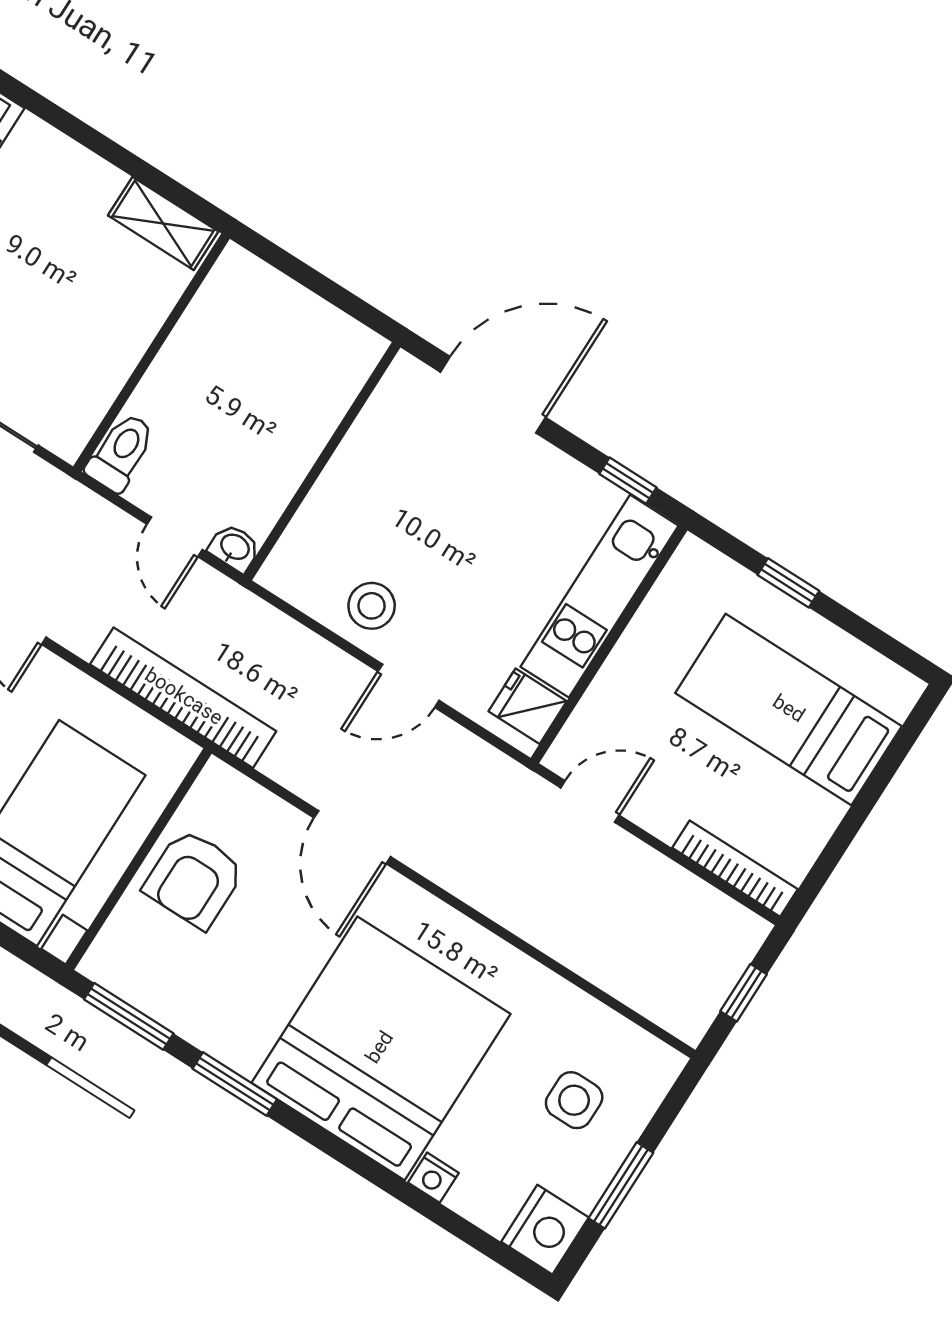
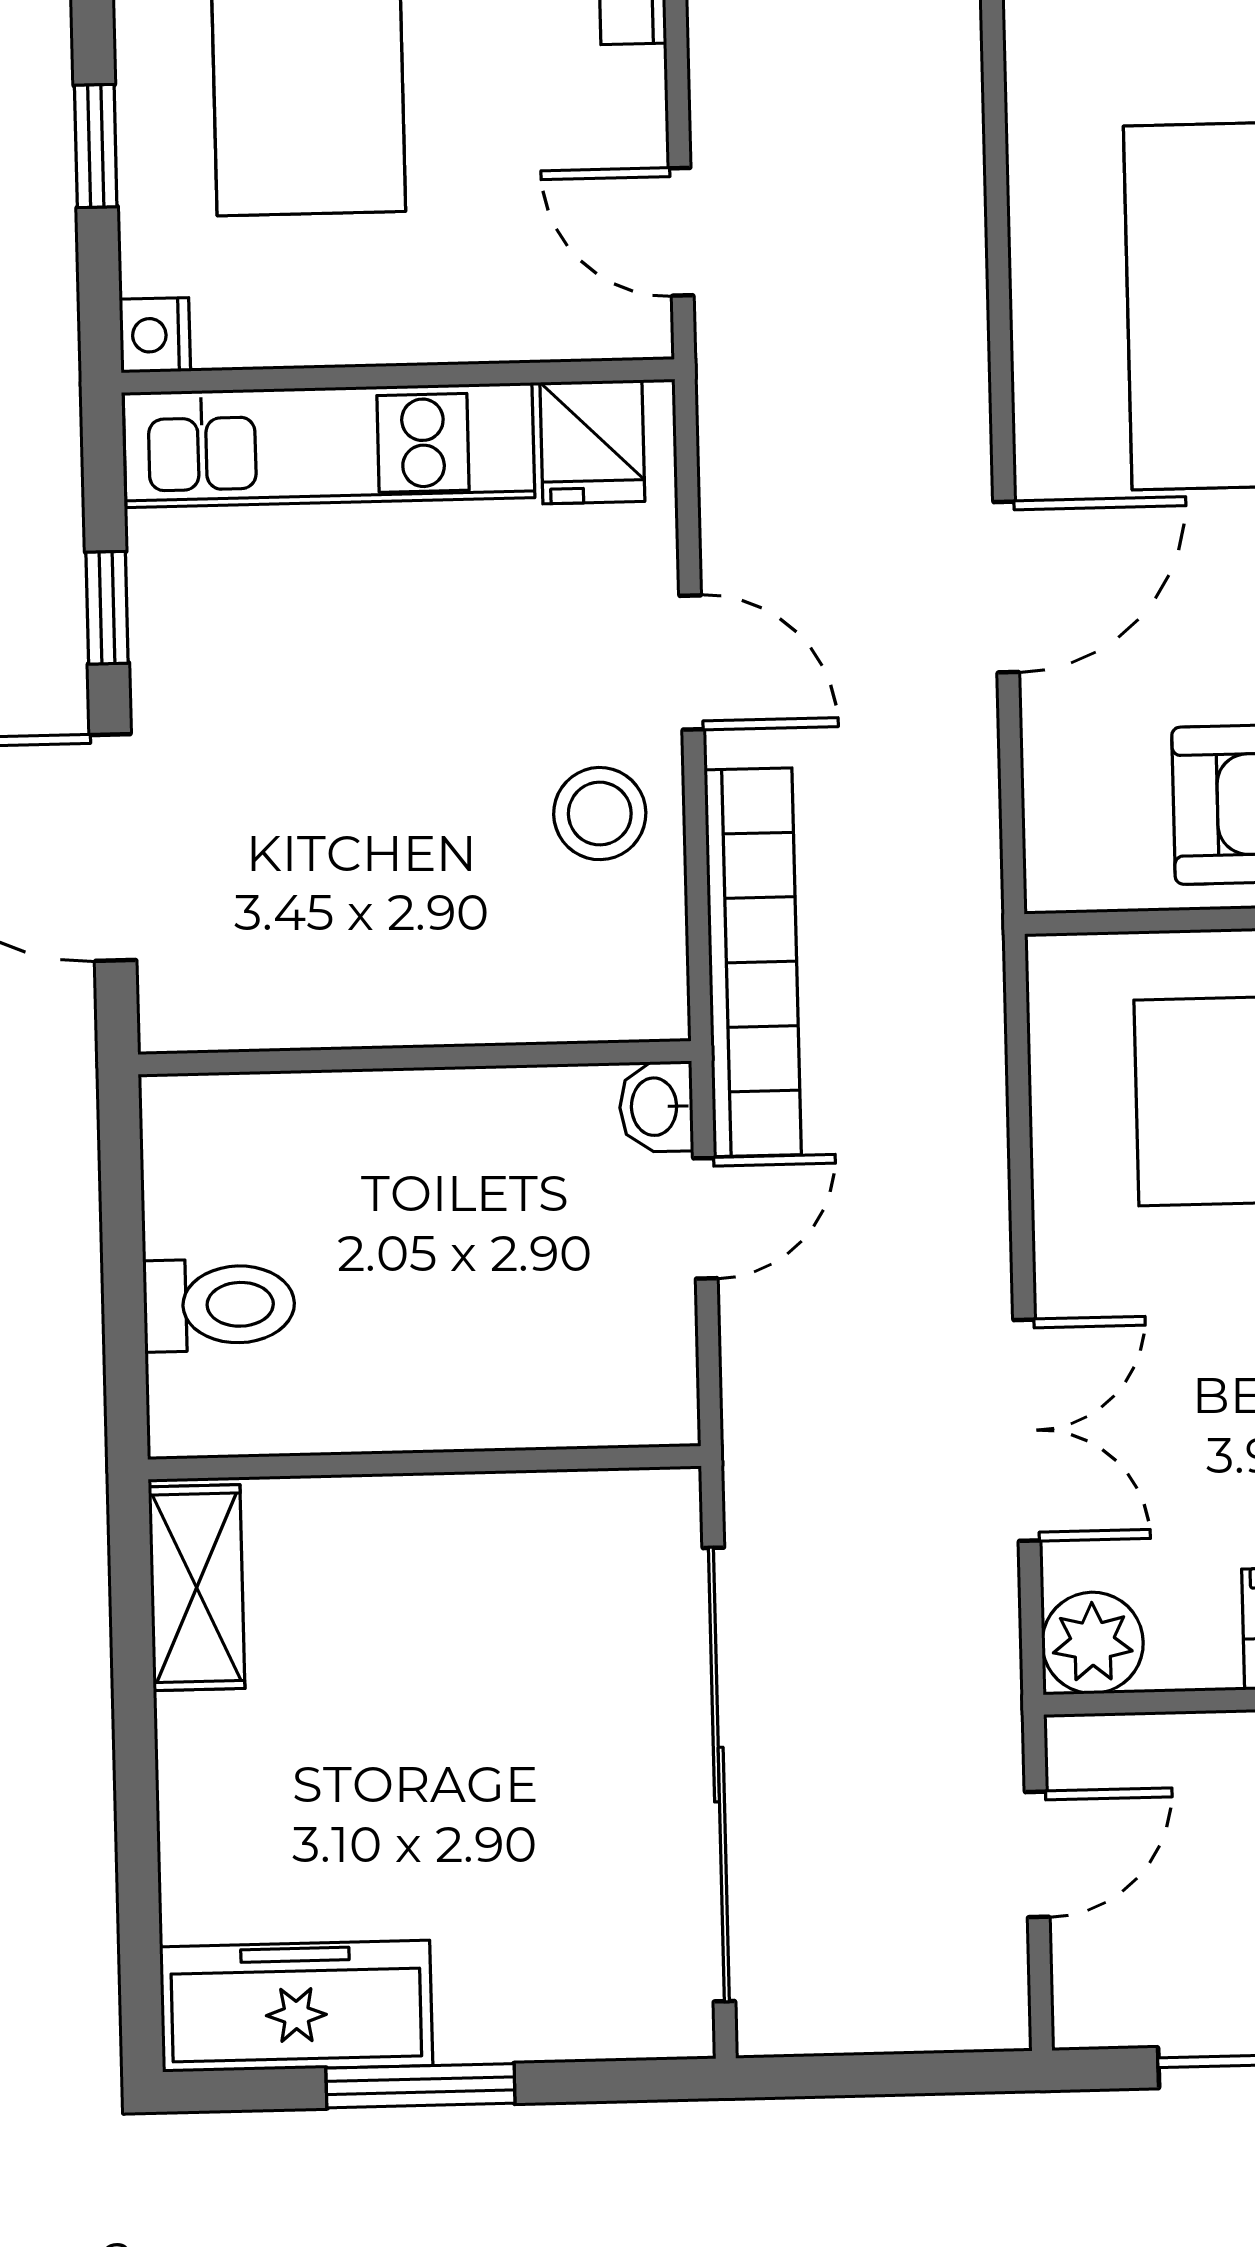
toilet: (121, 452) -> (219, 1305), moved, turned 180
window: (628, 481) -> (107, 608), moved
nightstand: (694, 555) -> (155, 335), added
bookcase: (183, 698) -> (753, 962), moved, turned 180

